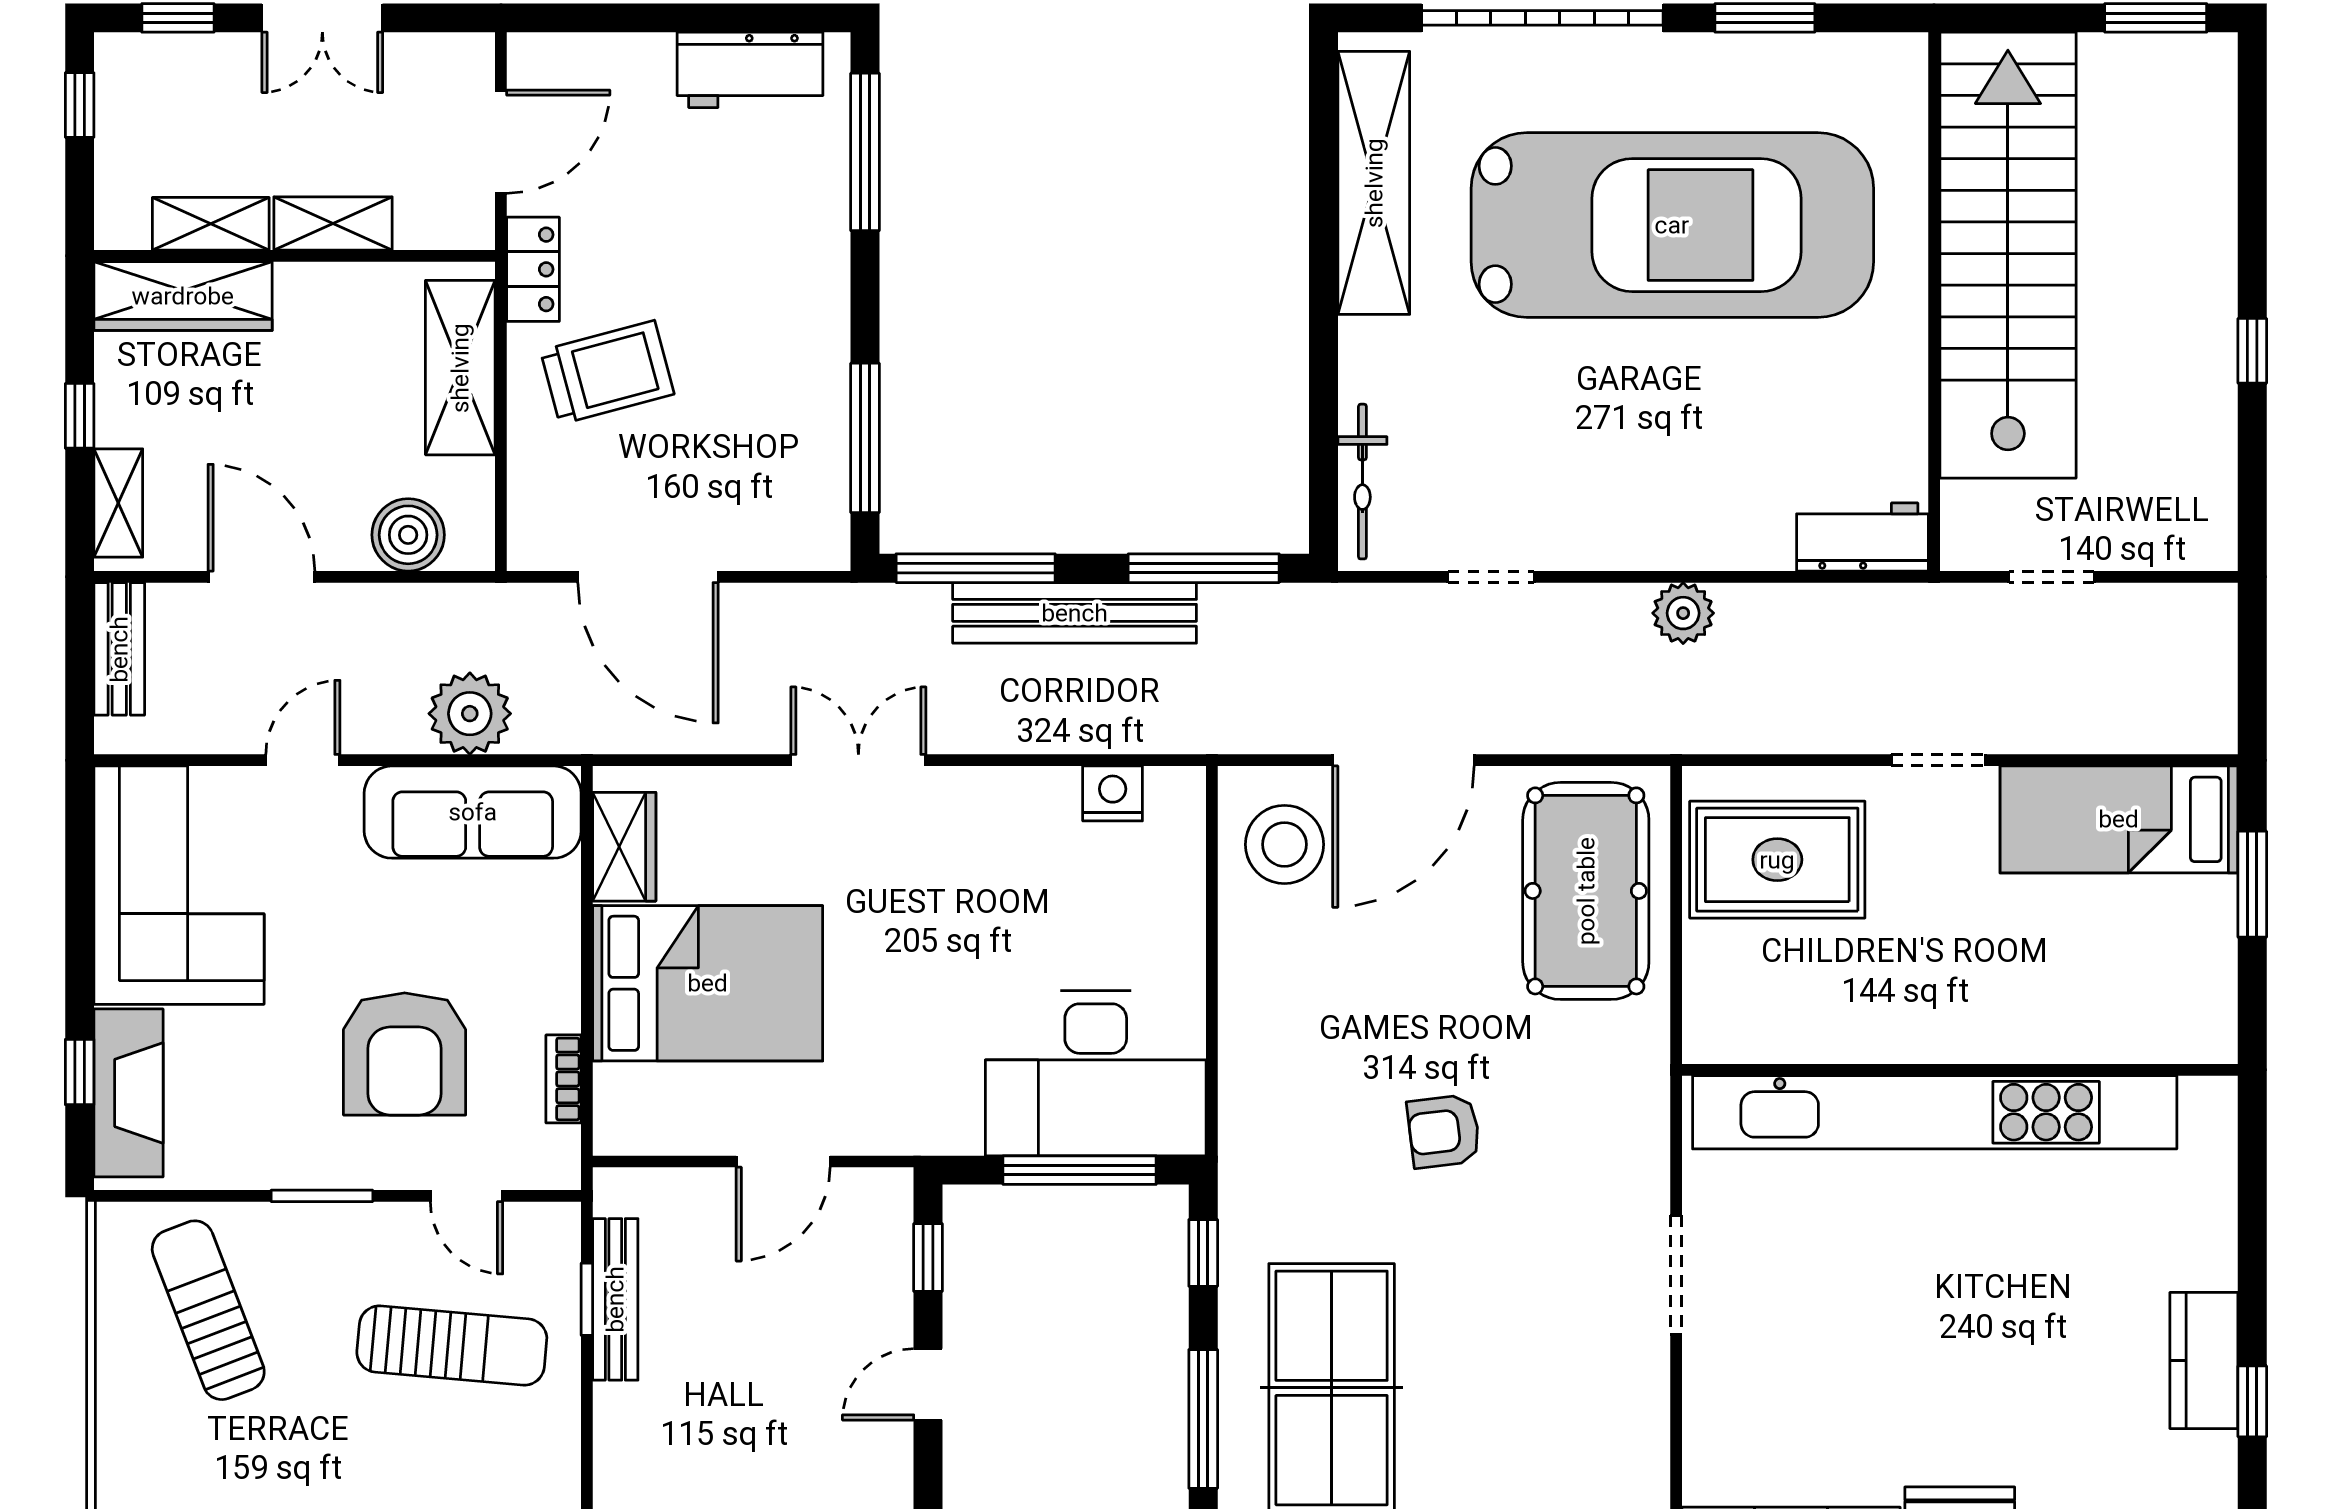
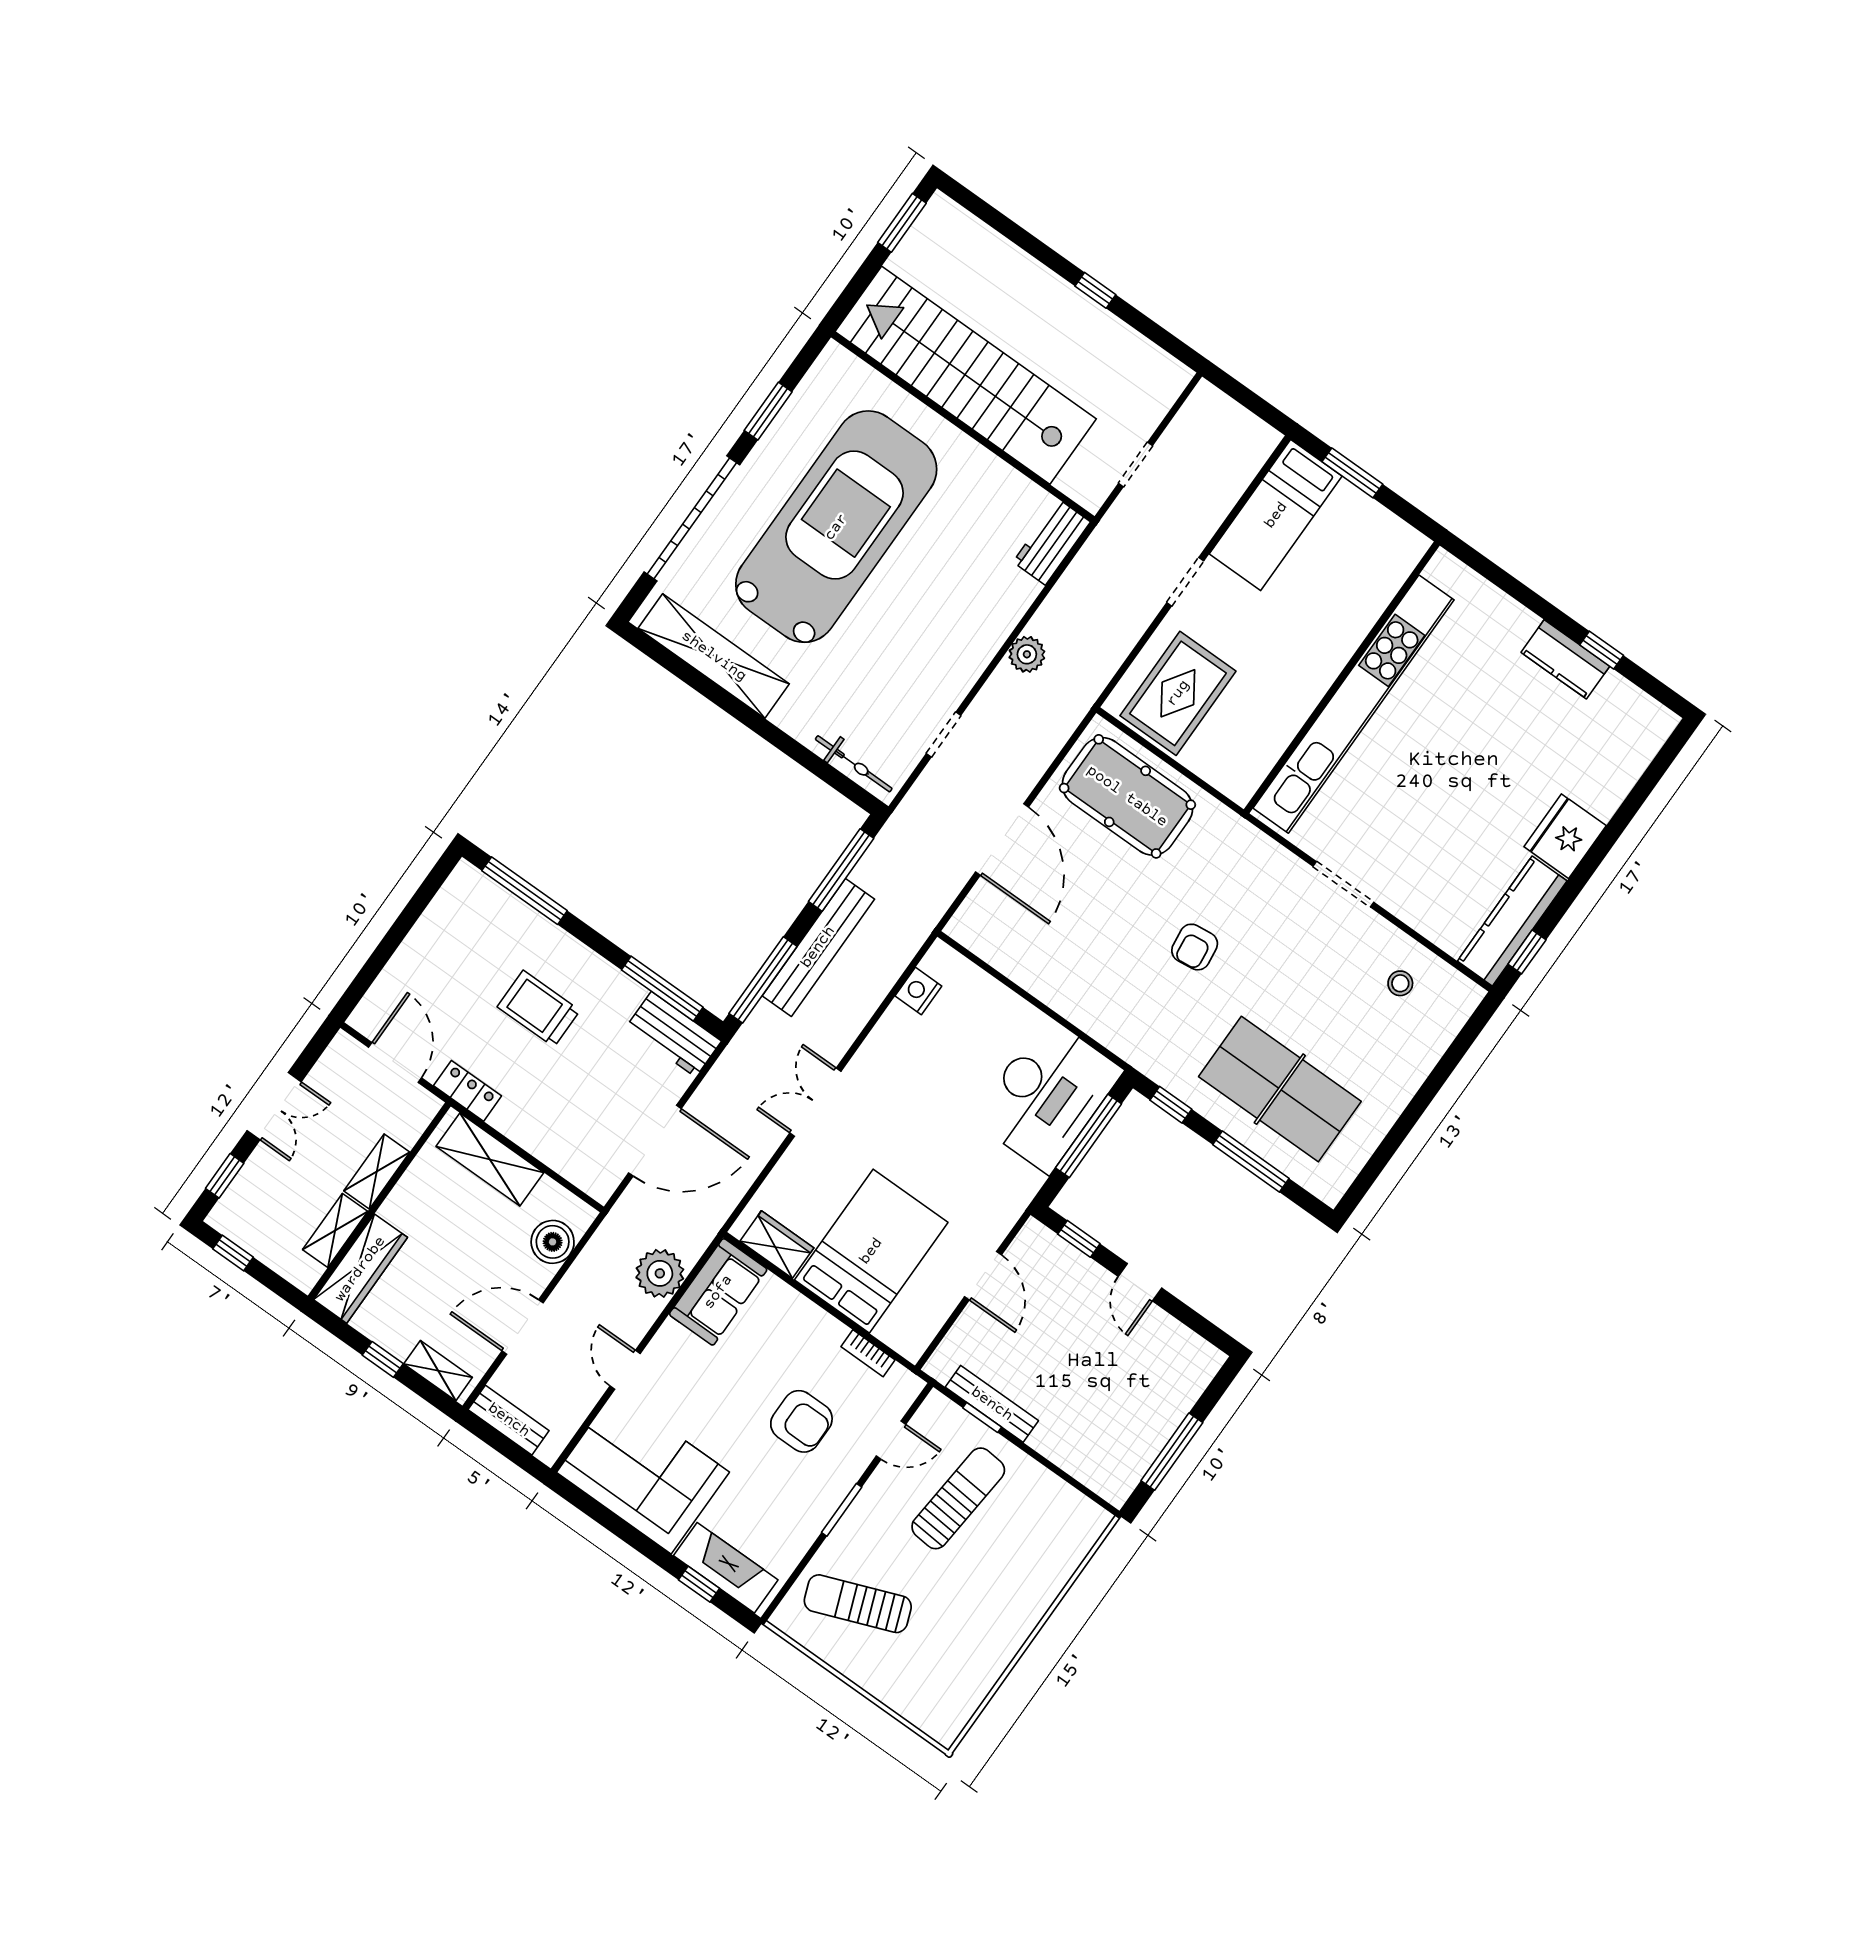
workbench: (750, 70) -> (674, 1034), moved, turned 90
trolley: (607, 372) -> (539, 1009), moved, turned -75
sofa: (473, 812) -> (718, 1292), width x0.73
stool: (1284, 844) -> (1400, 983), moved, width x0.53, depth x0.53
armchair: (405, 1054) -> (801, 1421), width x0.73, depth x0.73

